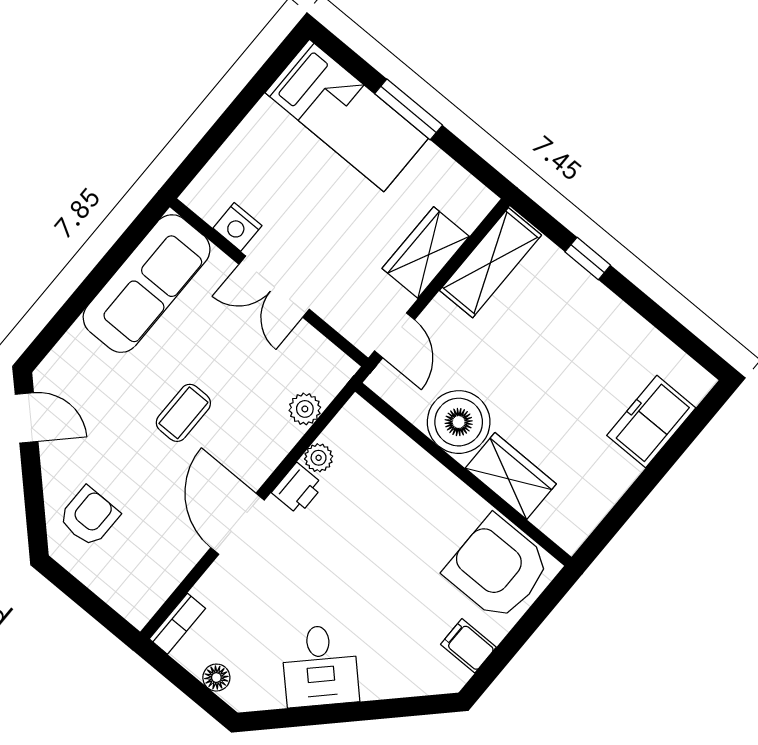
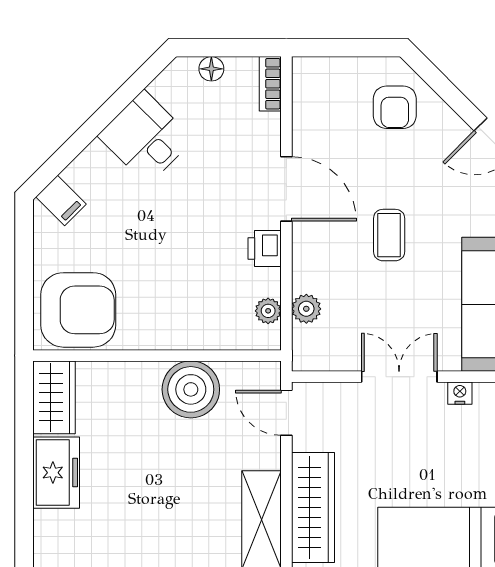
nightstand: (237, 227) -> (460, 393), width x0.72, depth x0.74
wardrobe: (426, 252) -> (313, 507), width x1.50
freezer: (651, 422) -> (56, 473), moved
plant: (319, 458) -> (268, 311), moved
wardrobe: (511, 476) -> (54, 397), moved, turned -90
filing cabinet: (468, 646) -> (61, 201), moved, turned 45

